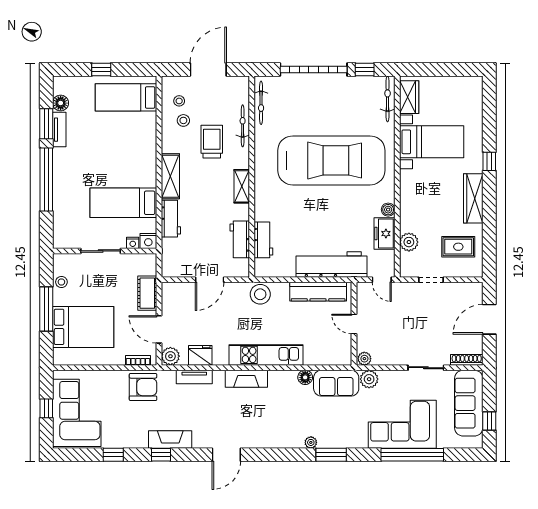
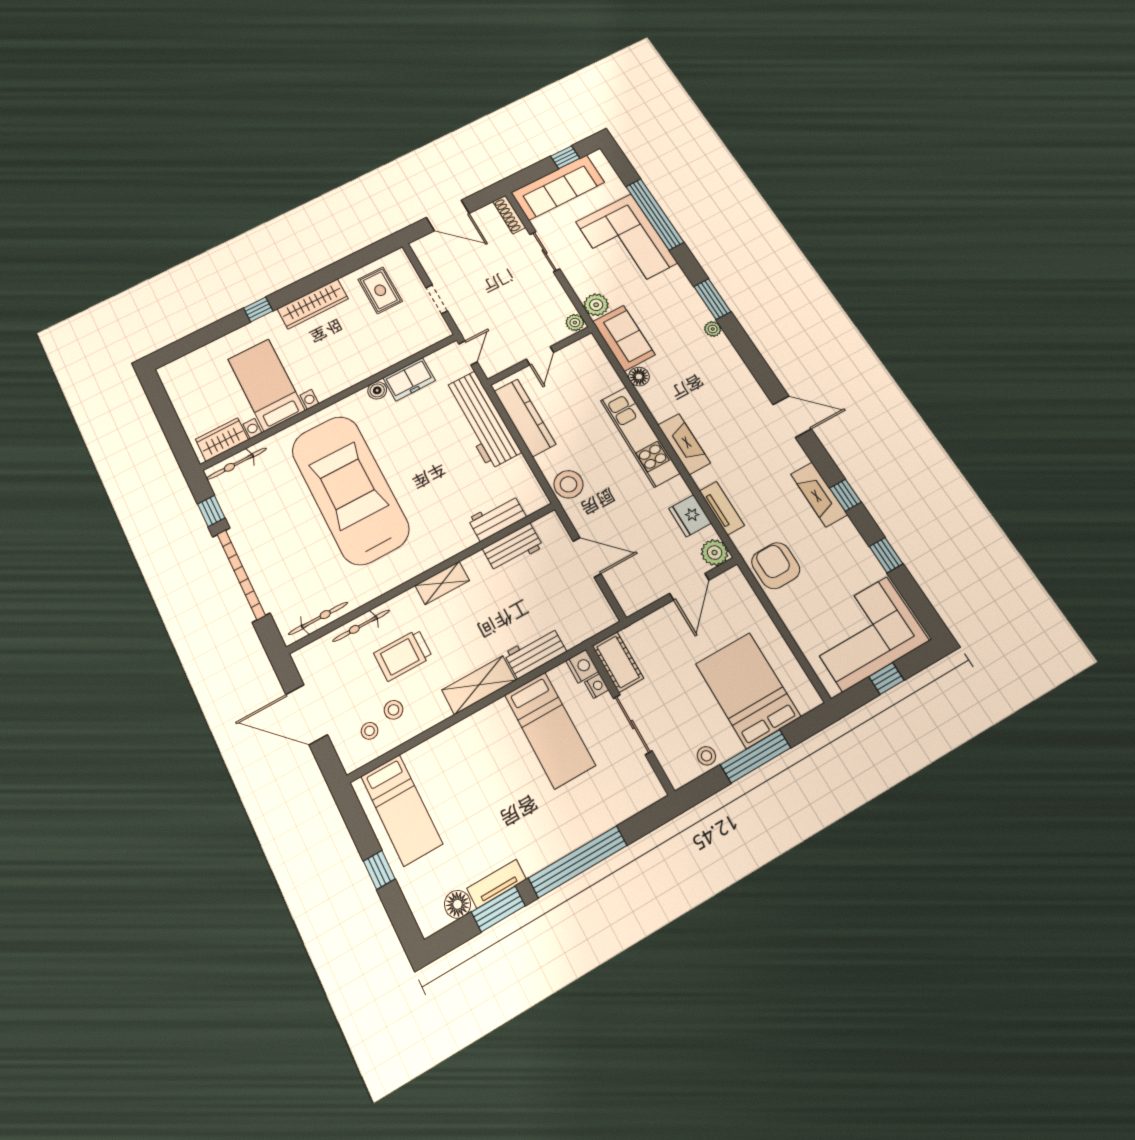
plant: (409, 242) -> (405, 347), removed
cot: (147, 293) -> (618, 662), moved, turned 90
bookcase: (138, 360) -> (746, 591), removed

